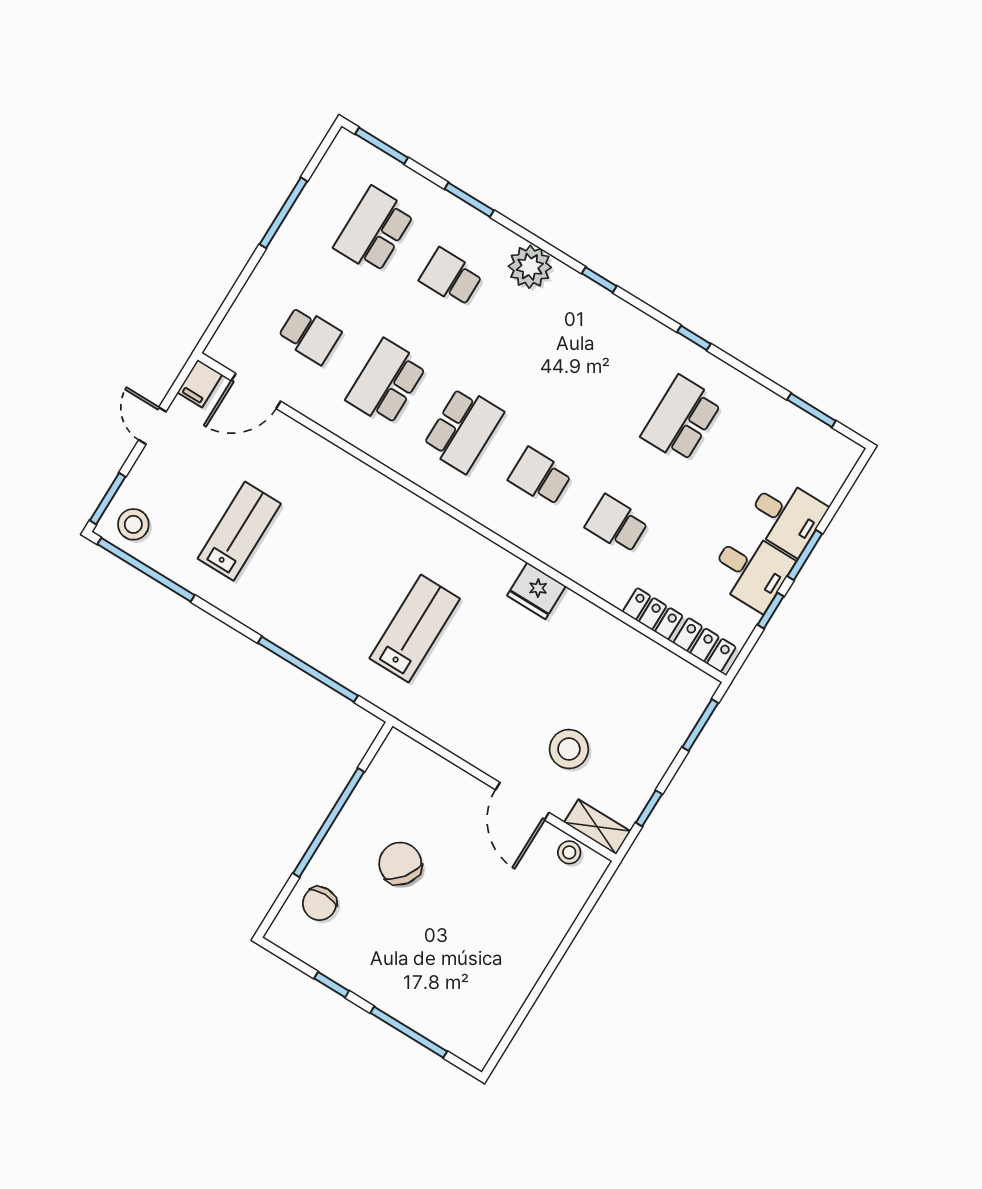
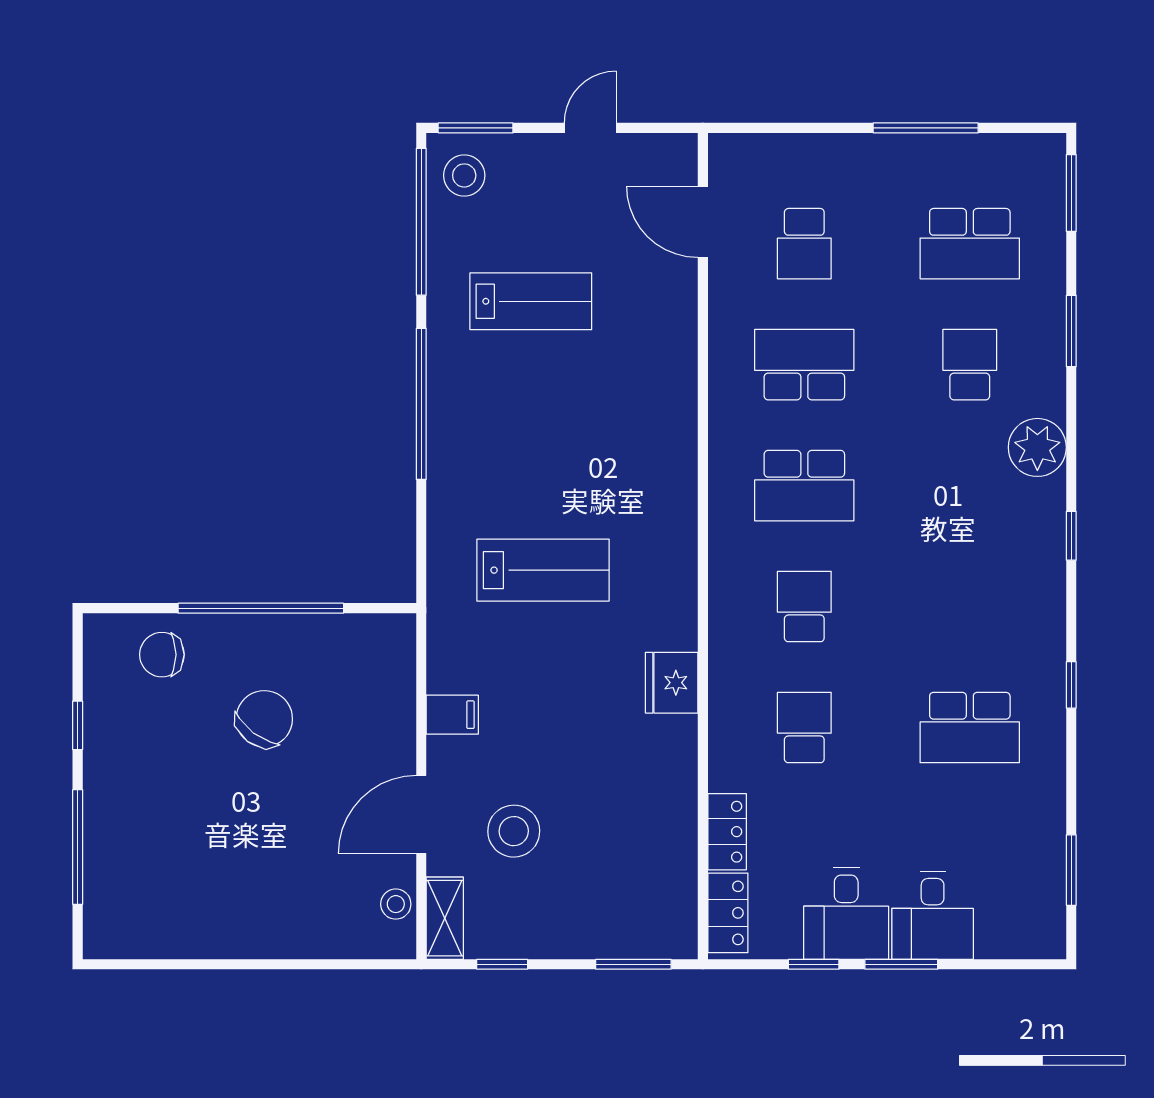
school desk: (374, 230) -> (970, 244), turned 180
filing cabinet: (200, 384) -> (452, 715), moved, turned 180
school desk: (681, 419) -> (970, 728), turned 180
window: (308, 669) -> (421, 404), moved

